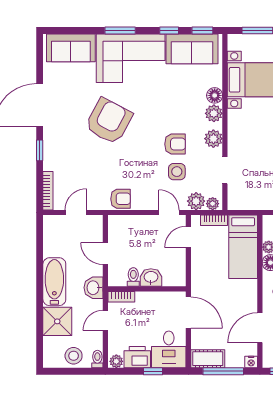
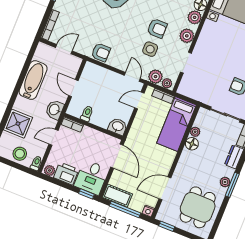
washbasin: (151, 278) -> (118, 126), moved
bathtub: (54, 282) -> (33, 80), moved
window: (153, 371) -> (86, 194), moved

